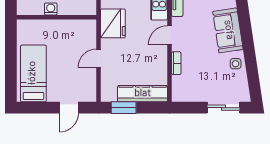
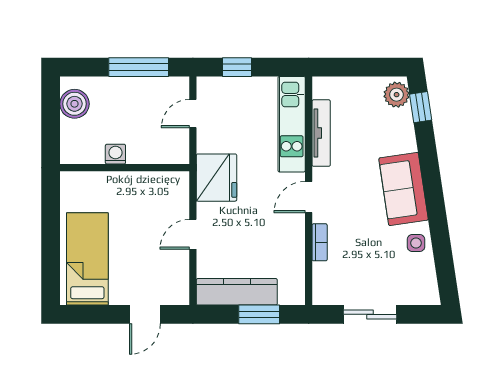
kitchen counter: (143, 94) -> (237, 292), moved
window: (124, 108) -> (259, 314), moved
sliding door: (223, 108) -> (370, 314), moved

